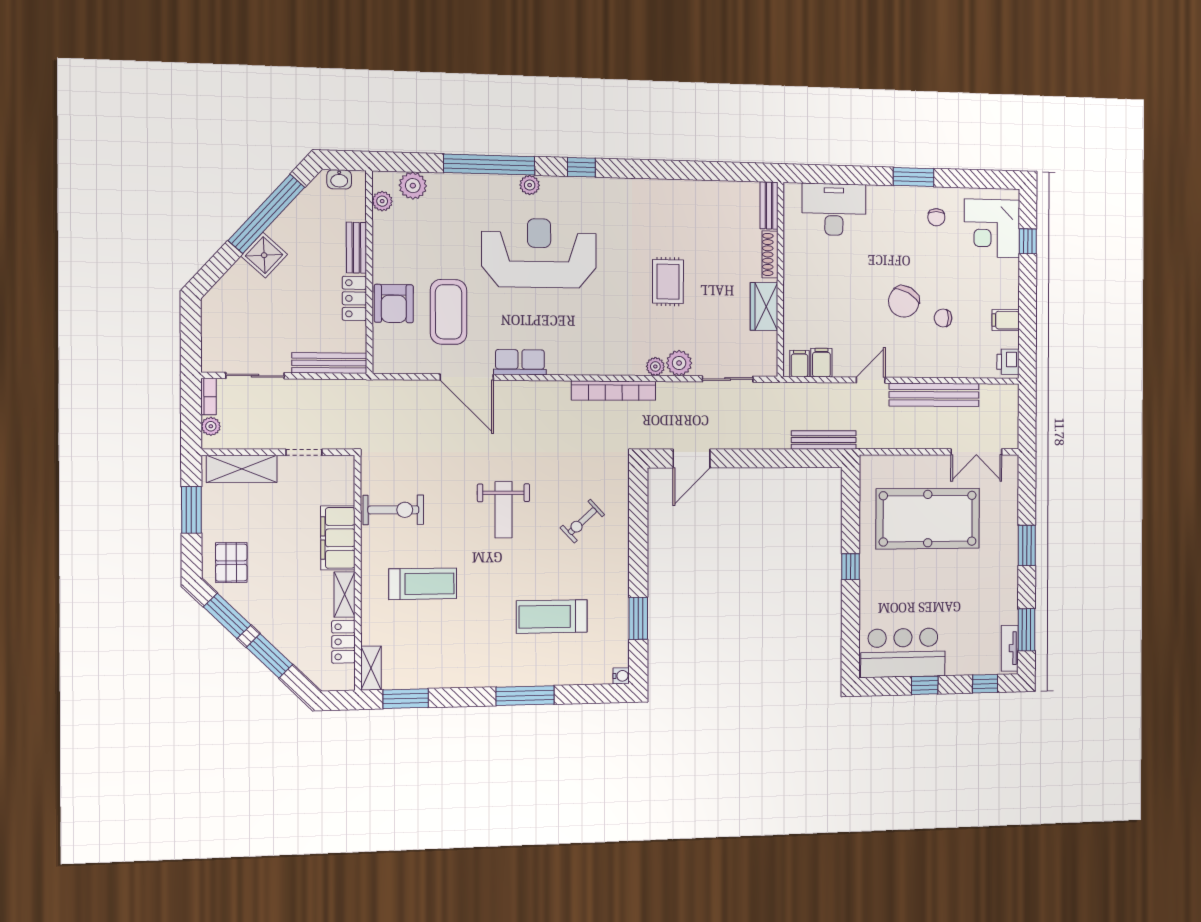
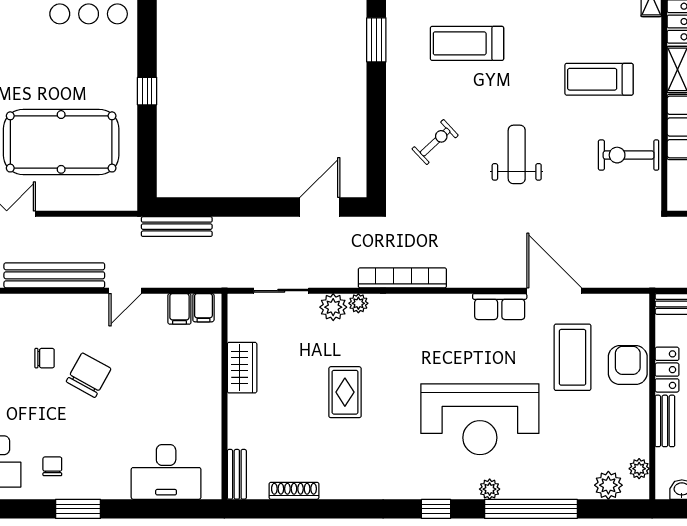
shoe rack: (770, 255) -> (294, 491), moved, turned -90
treadmill: (552, 617) -> (467, 43), turned 180

